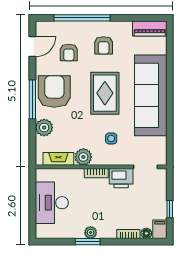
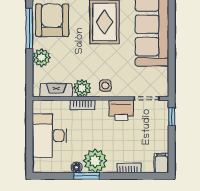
side table: (111, 138) -> (105, 86), moved
bookcase: (96, 173) -> (82, 105), moved
window: (170, 209) -> (172, 117), moved
plant: (91, 233) -> (95, 161), width x1.87, depth x1.87
floor lamp: (146, 233) -> (77, 167), moved

